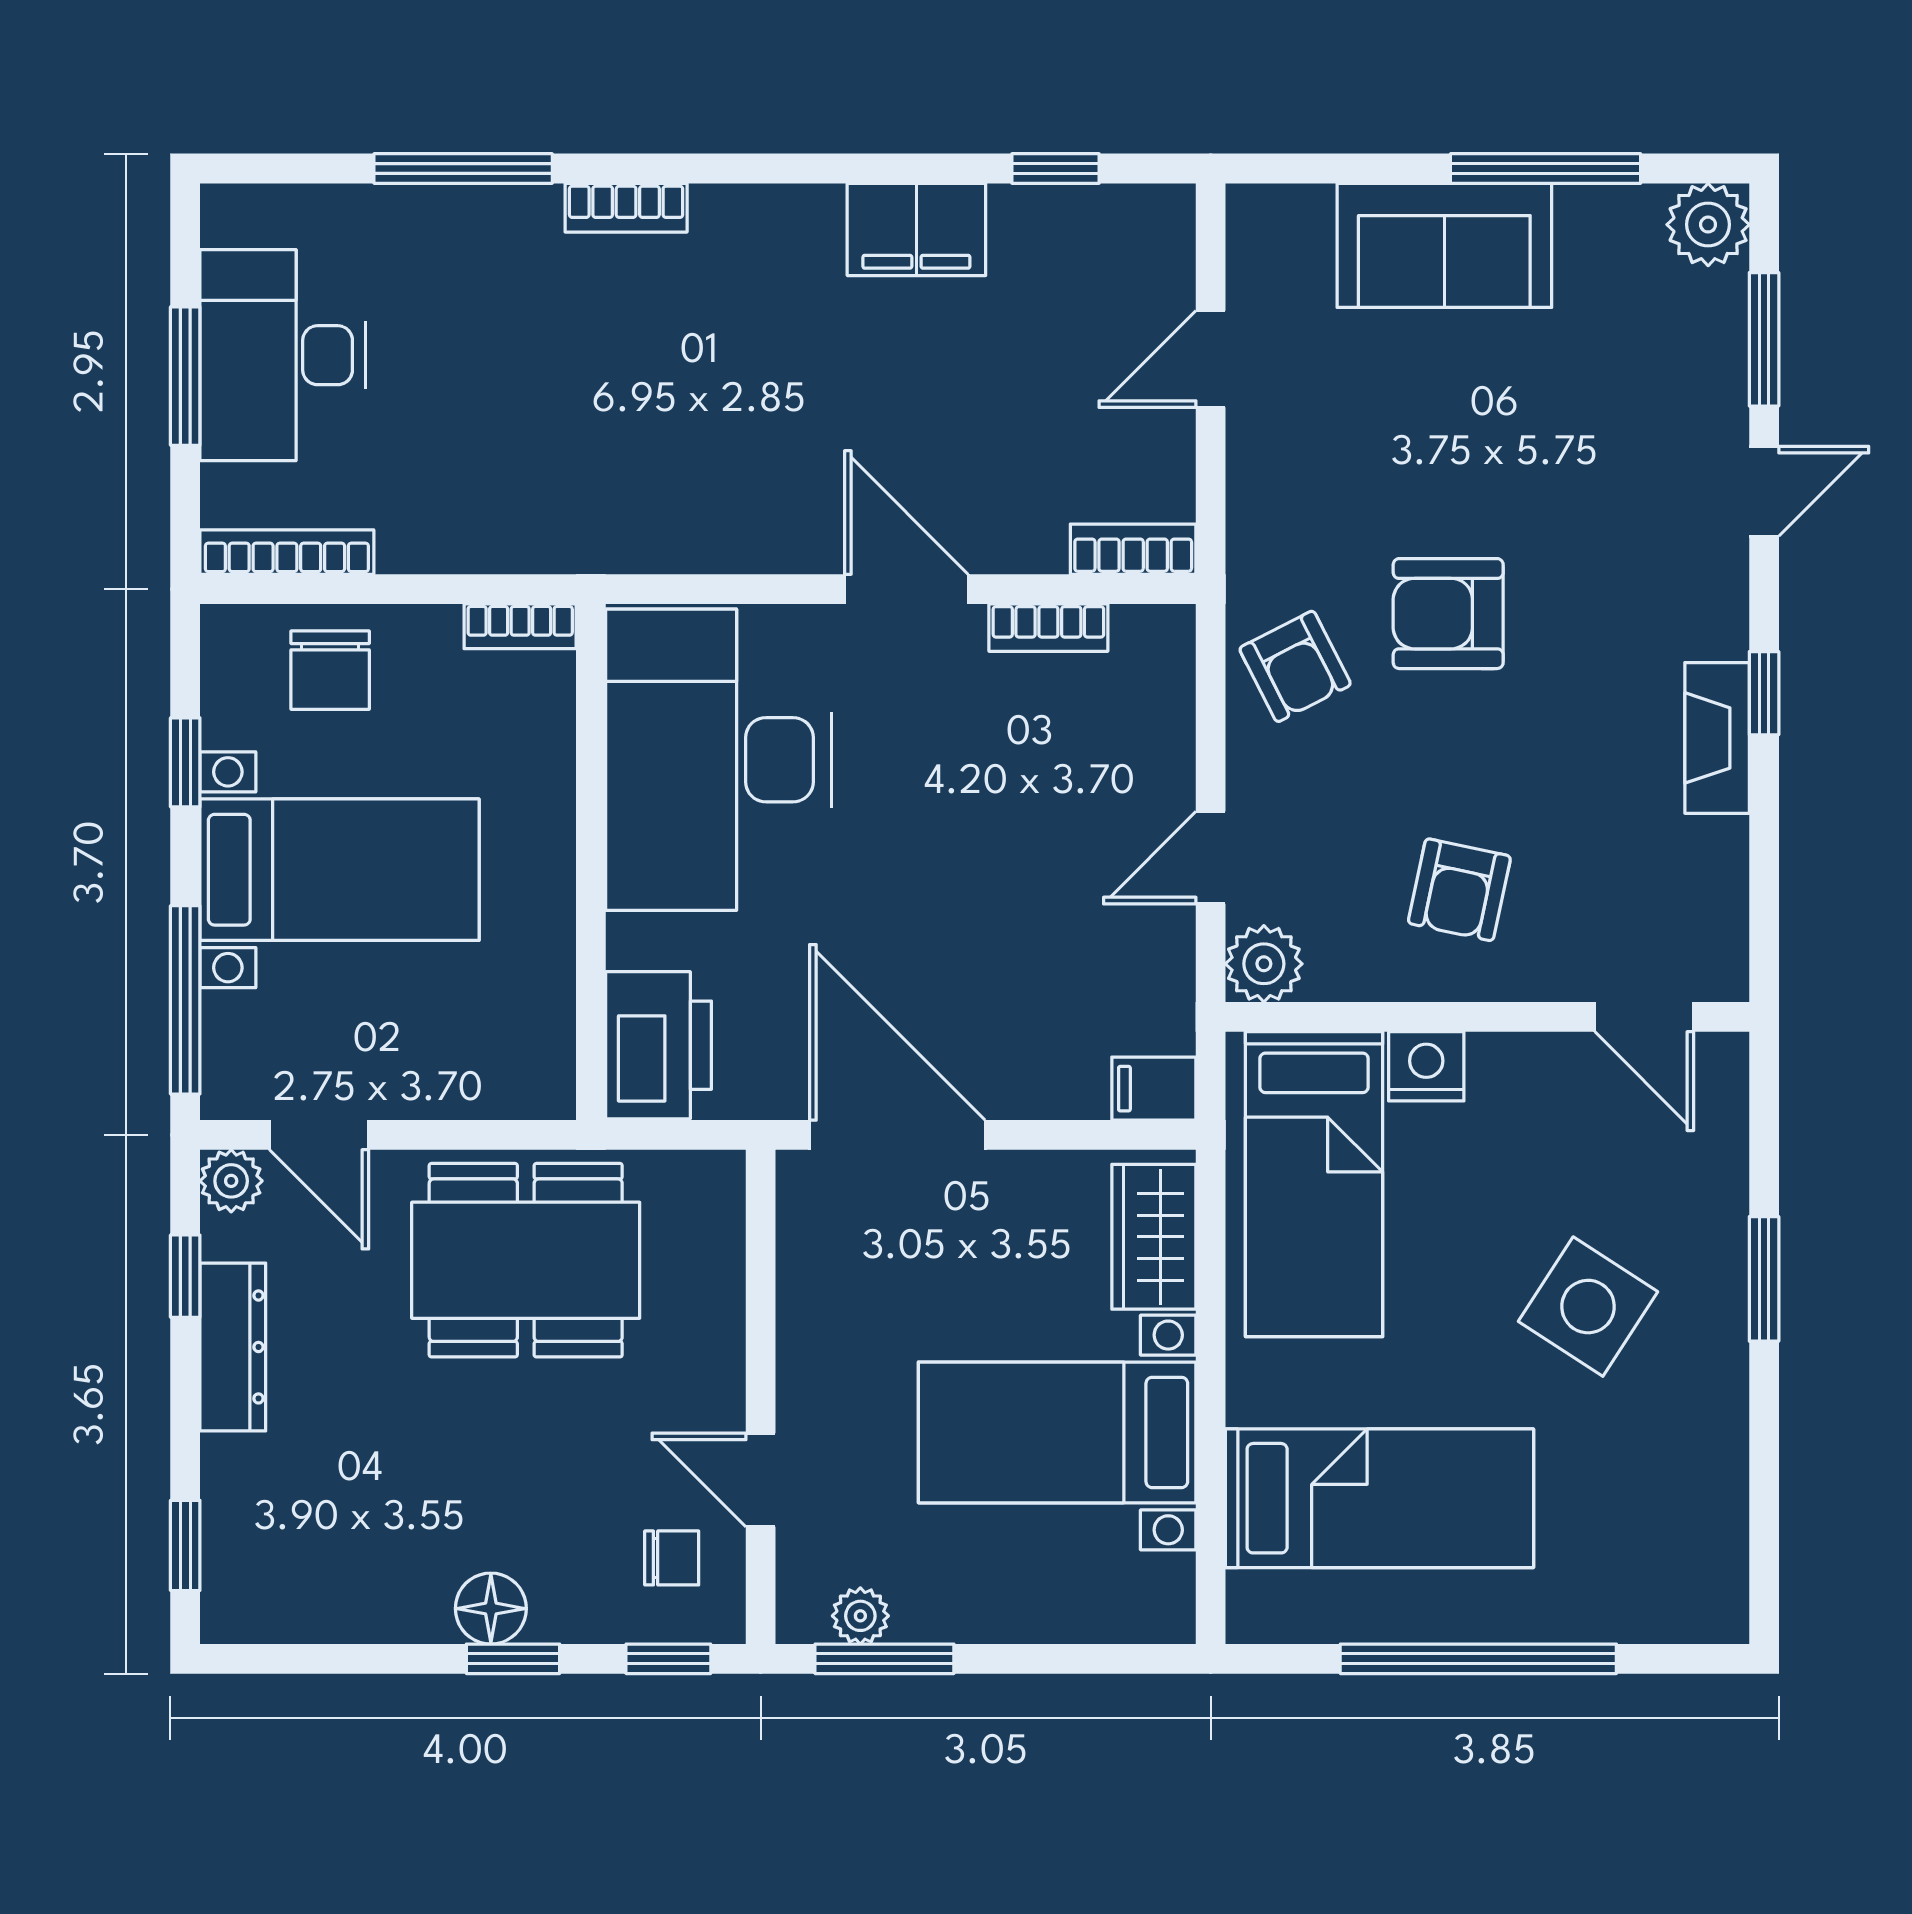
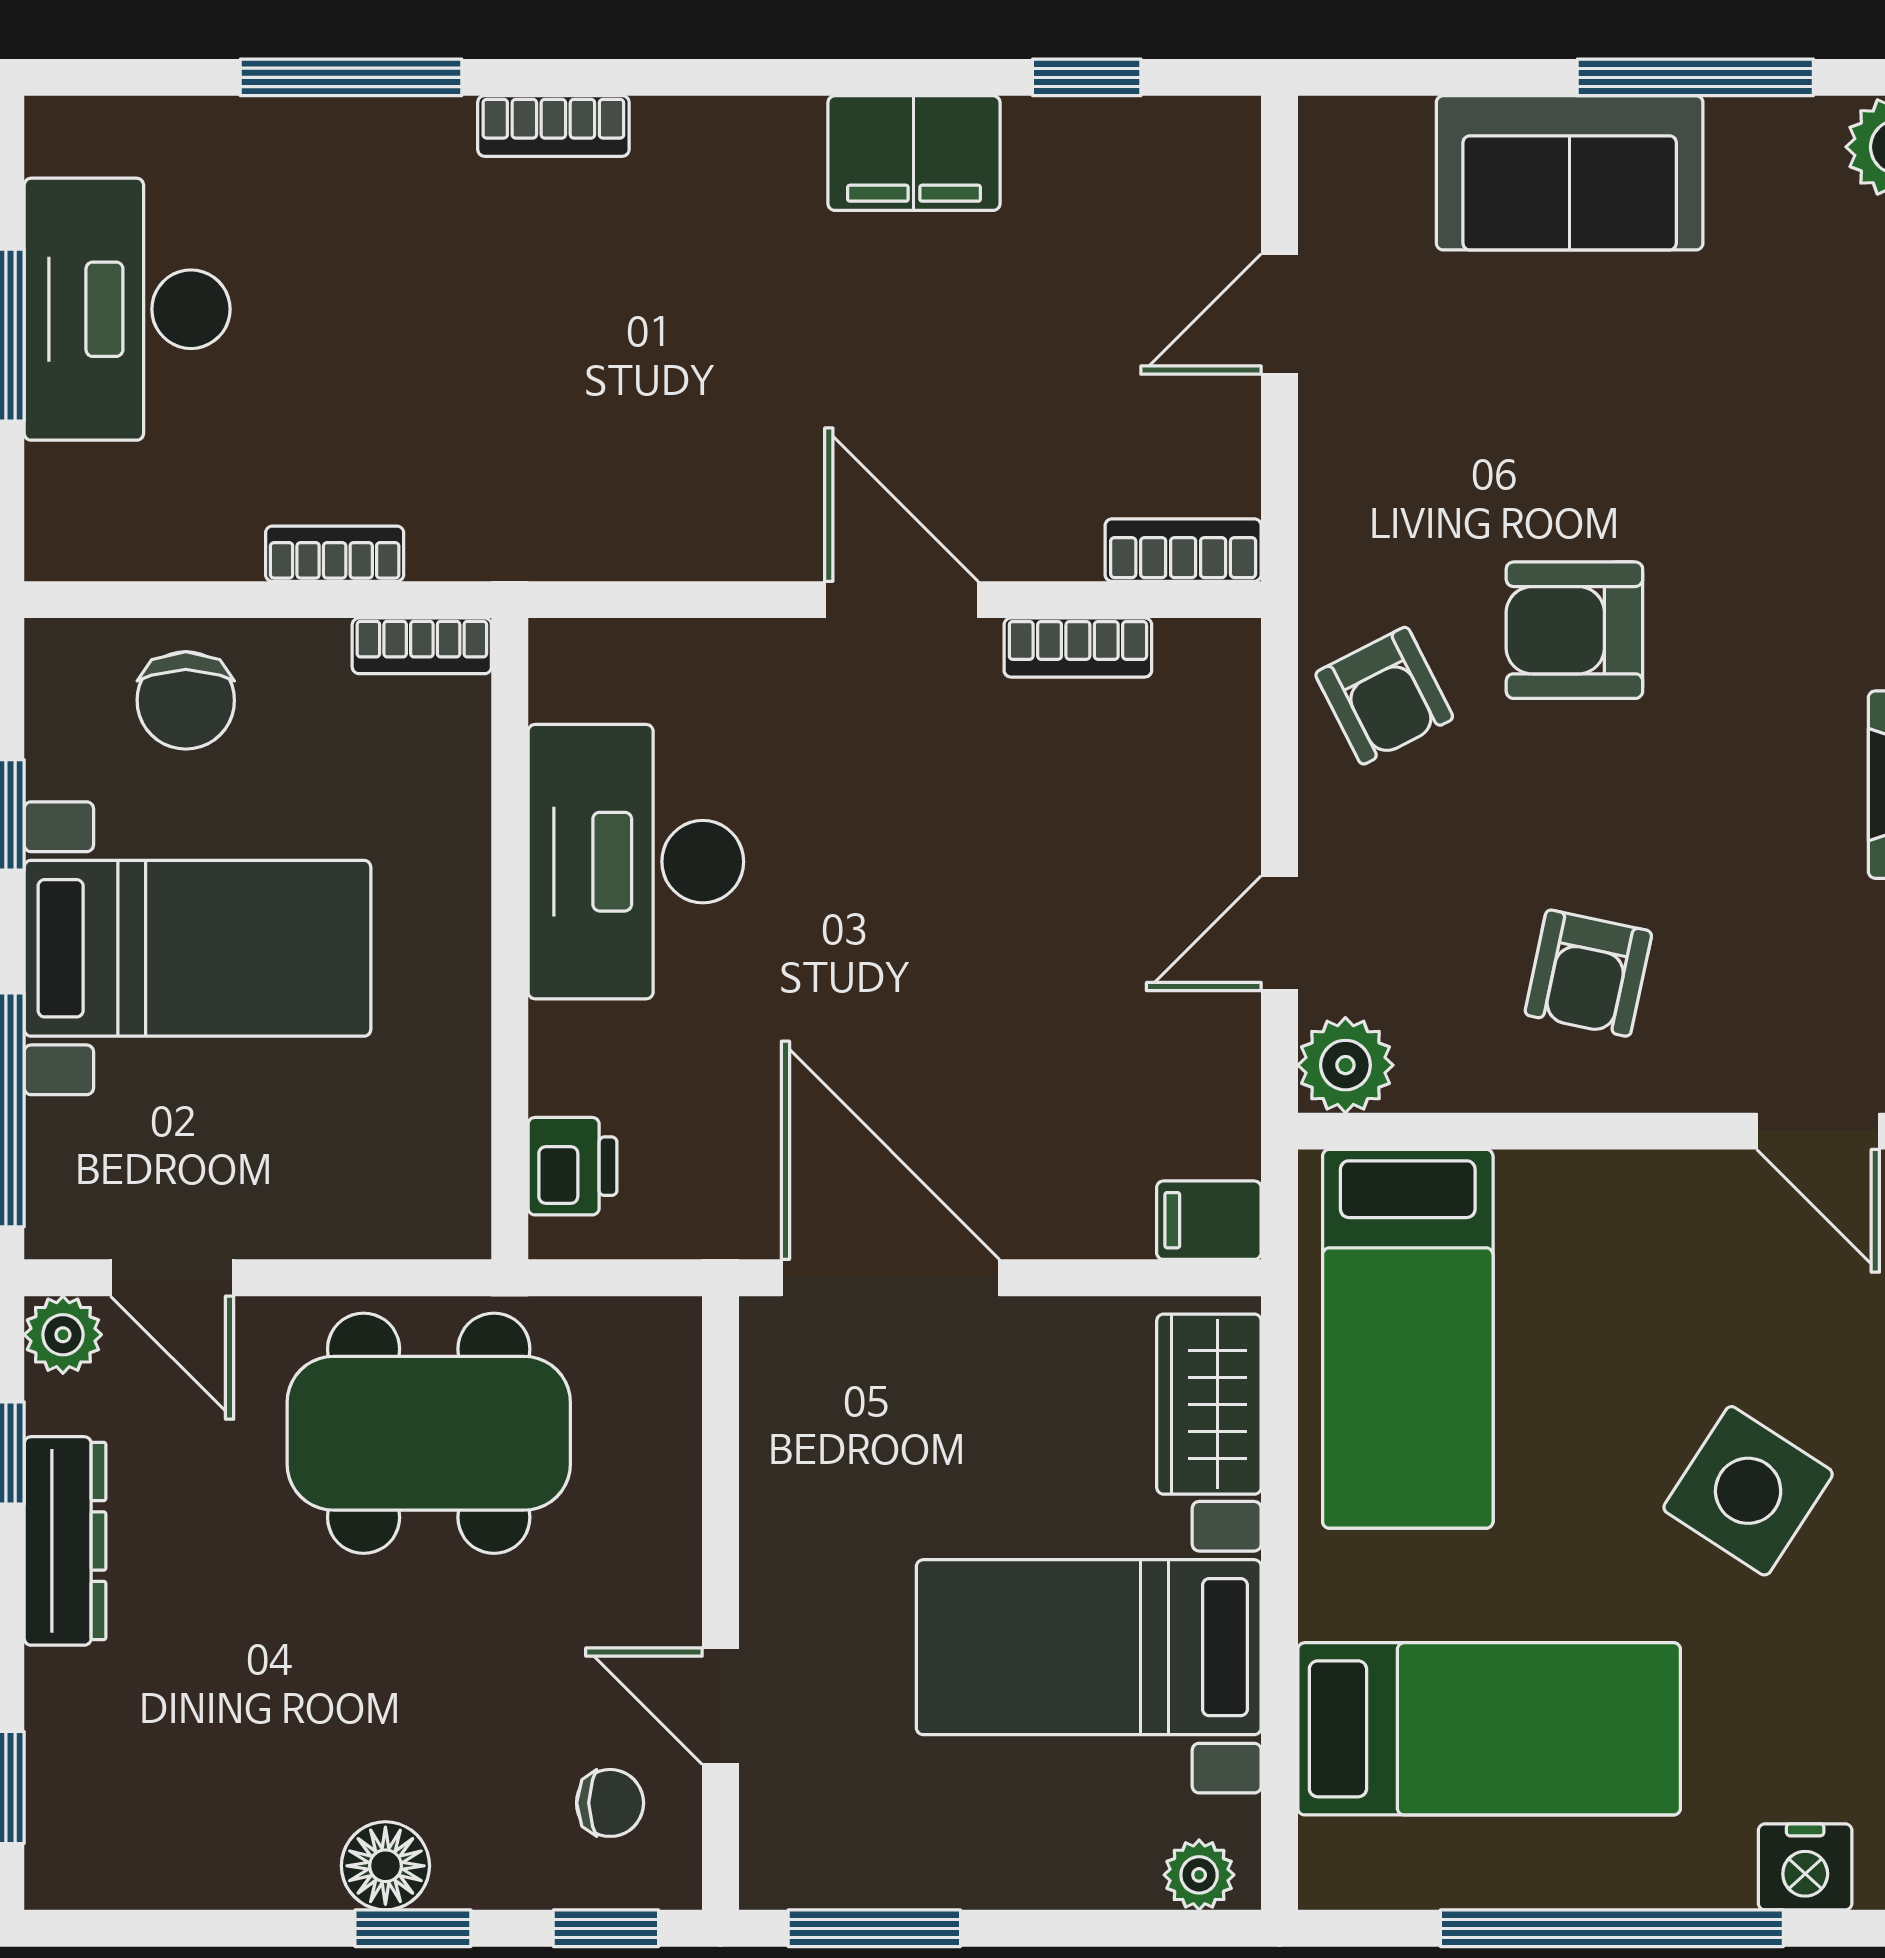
bookcase: (287, 552) -> (335, 554), moved, width x0.64
desk: (719, 760) -> (636, 862), width x0.73, depth x0.77
printer: (659, 1045) -> (572, 1166), width x0.53, depth x0.68
nightstand: (1426, 1066) -> (1805, 1867), moved, turned 180
plant: (860, 1616) -> (1199, 1875), moved

